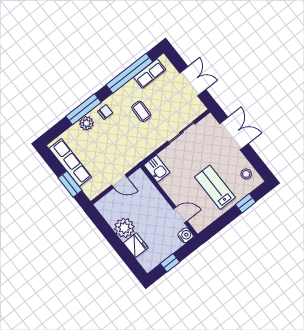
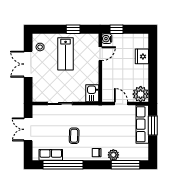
window: (84, 109) -> (125, 165), moved
double door: (234, 134) -> (28, 64), moved
row of seats: (70, 163) -> (142, 124), moved
window: (246, 203) -> (73, 29), moved
door: (180, 215) -> (100, 54), swing flipped
plant: (124, 228) -> (141, 94), moved
window: (170, 263) -> (117, 29), moved

